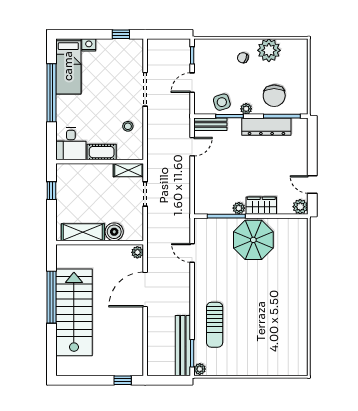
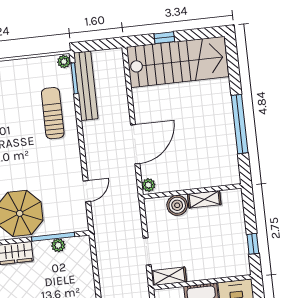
plant: (239, 208) -> (58, 245), moved
shelving: (83, 232) -> (204, 199), width x0.67, depth x0.75
door: (192, 253) -> (87, 191), hinge flipped
stairs: (74, 312) -> (178, 62), moved, turned -90
window: (123, 380) -> (164, 38), moved

